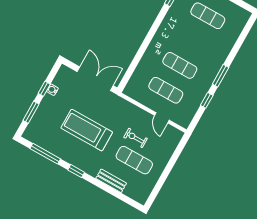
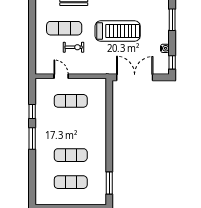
exercise mat: (180, 65) -> (71, 155), moved
double door: (95, 79) -> (135, 77), swing flipped
window: (44, 89) -> (172, 62), moved

